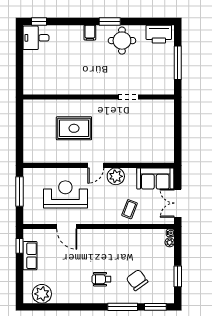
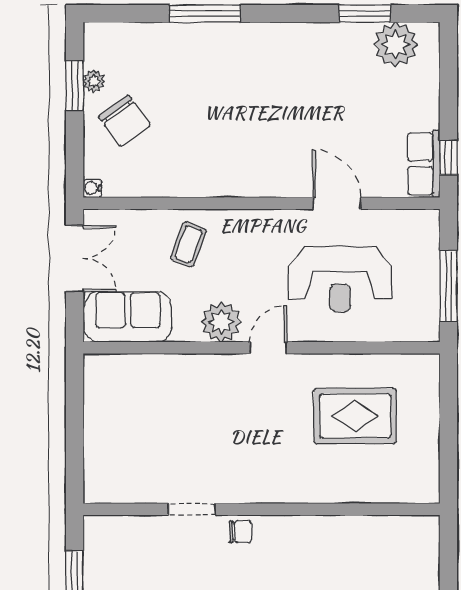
chair: (108, 88) -> (240, 532), added
rug: (74, 128) -> (355, 416), moved
plant: (170, 242) -> (94, 81), moved
row of seats: (30, 256) -> (424, 164), moved
wheelchair: (102, 279) -> (255, 79), removed
chair: (137, 280) -> (124, 121), moved
window: (155, 307) -> (365, 14), moved

